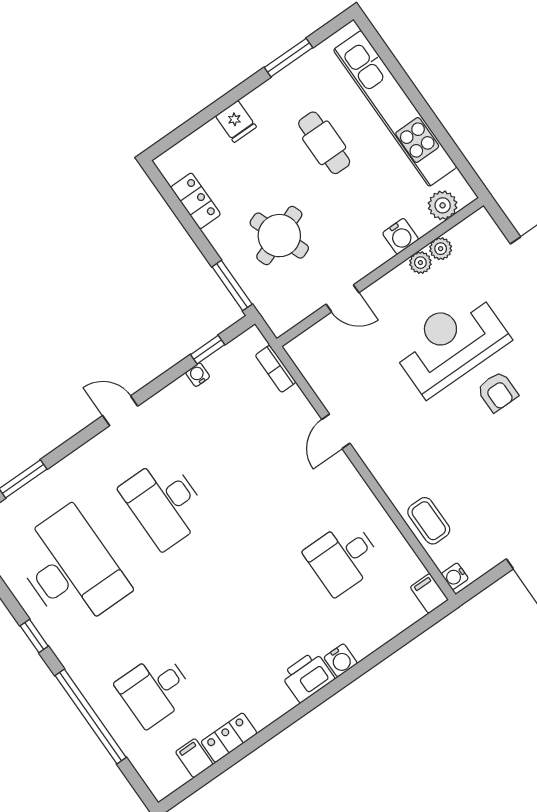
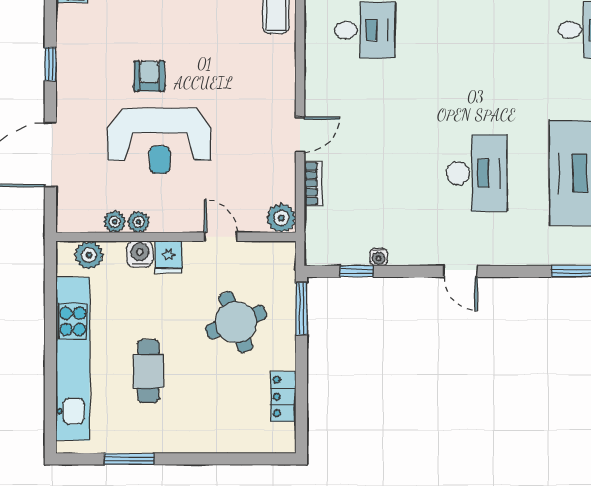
fridge: (236, 121) -> (169, 257), moved, turned 180
plant: (303, 350) -> (281, 218), added
bookcase: (276, 369) -> (313, 184), moved

